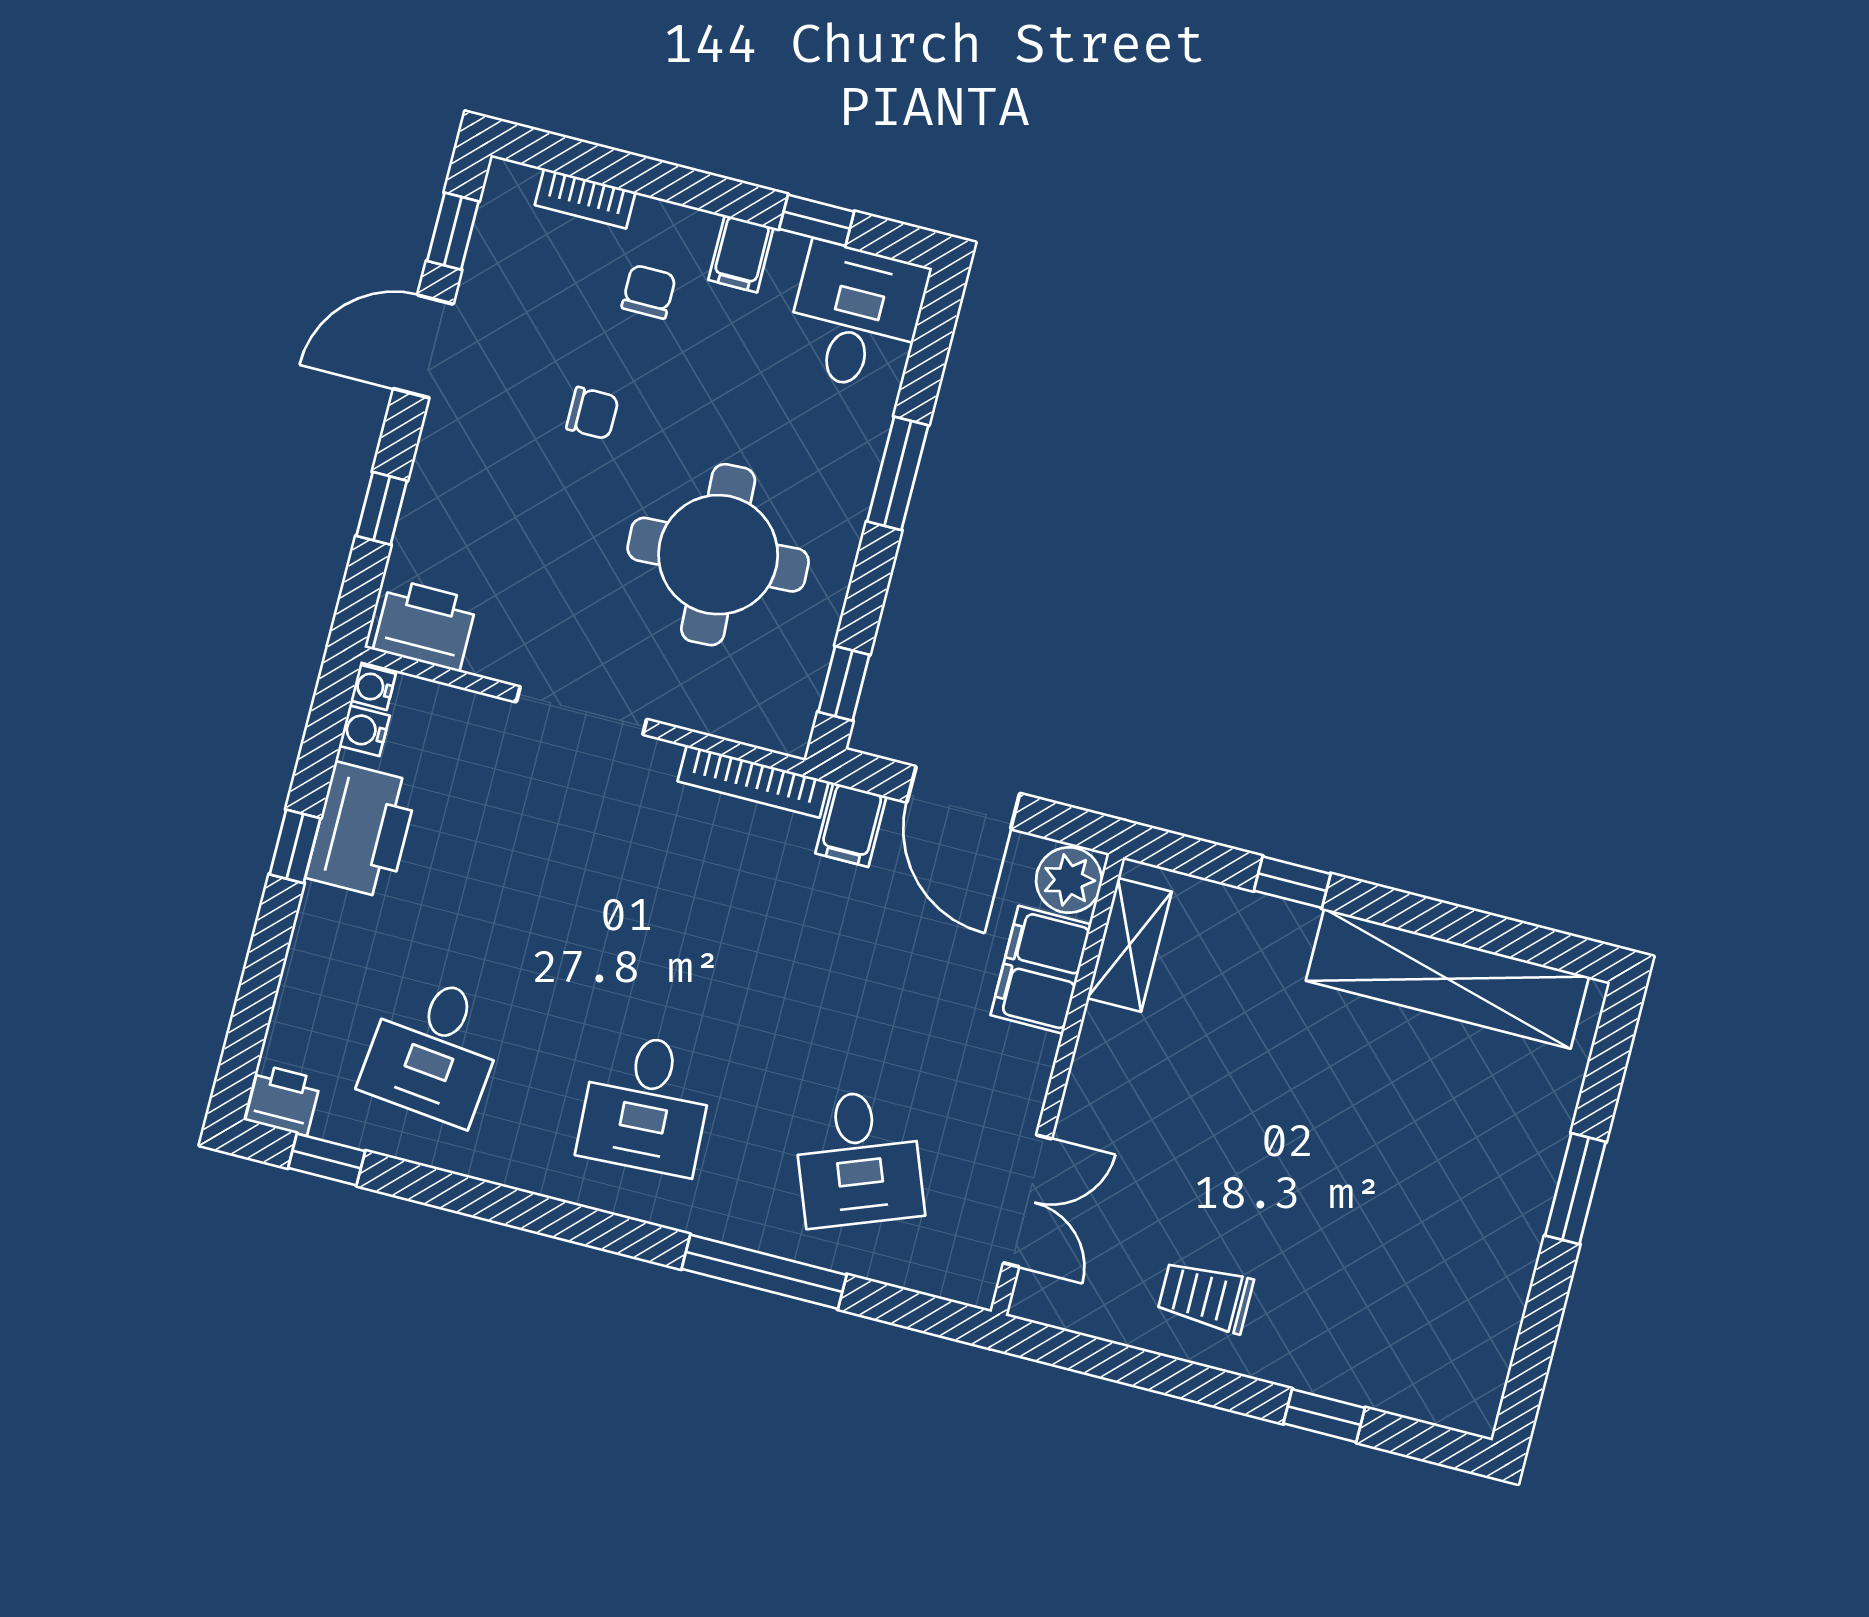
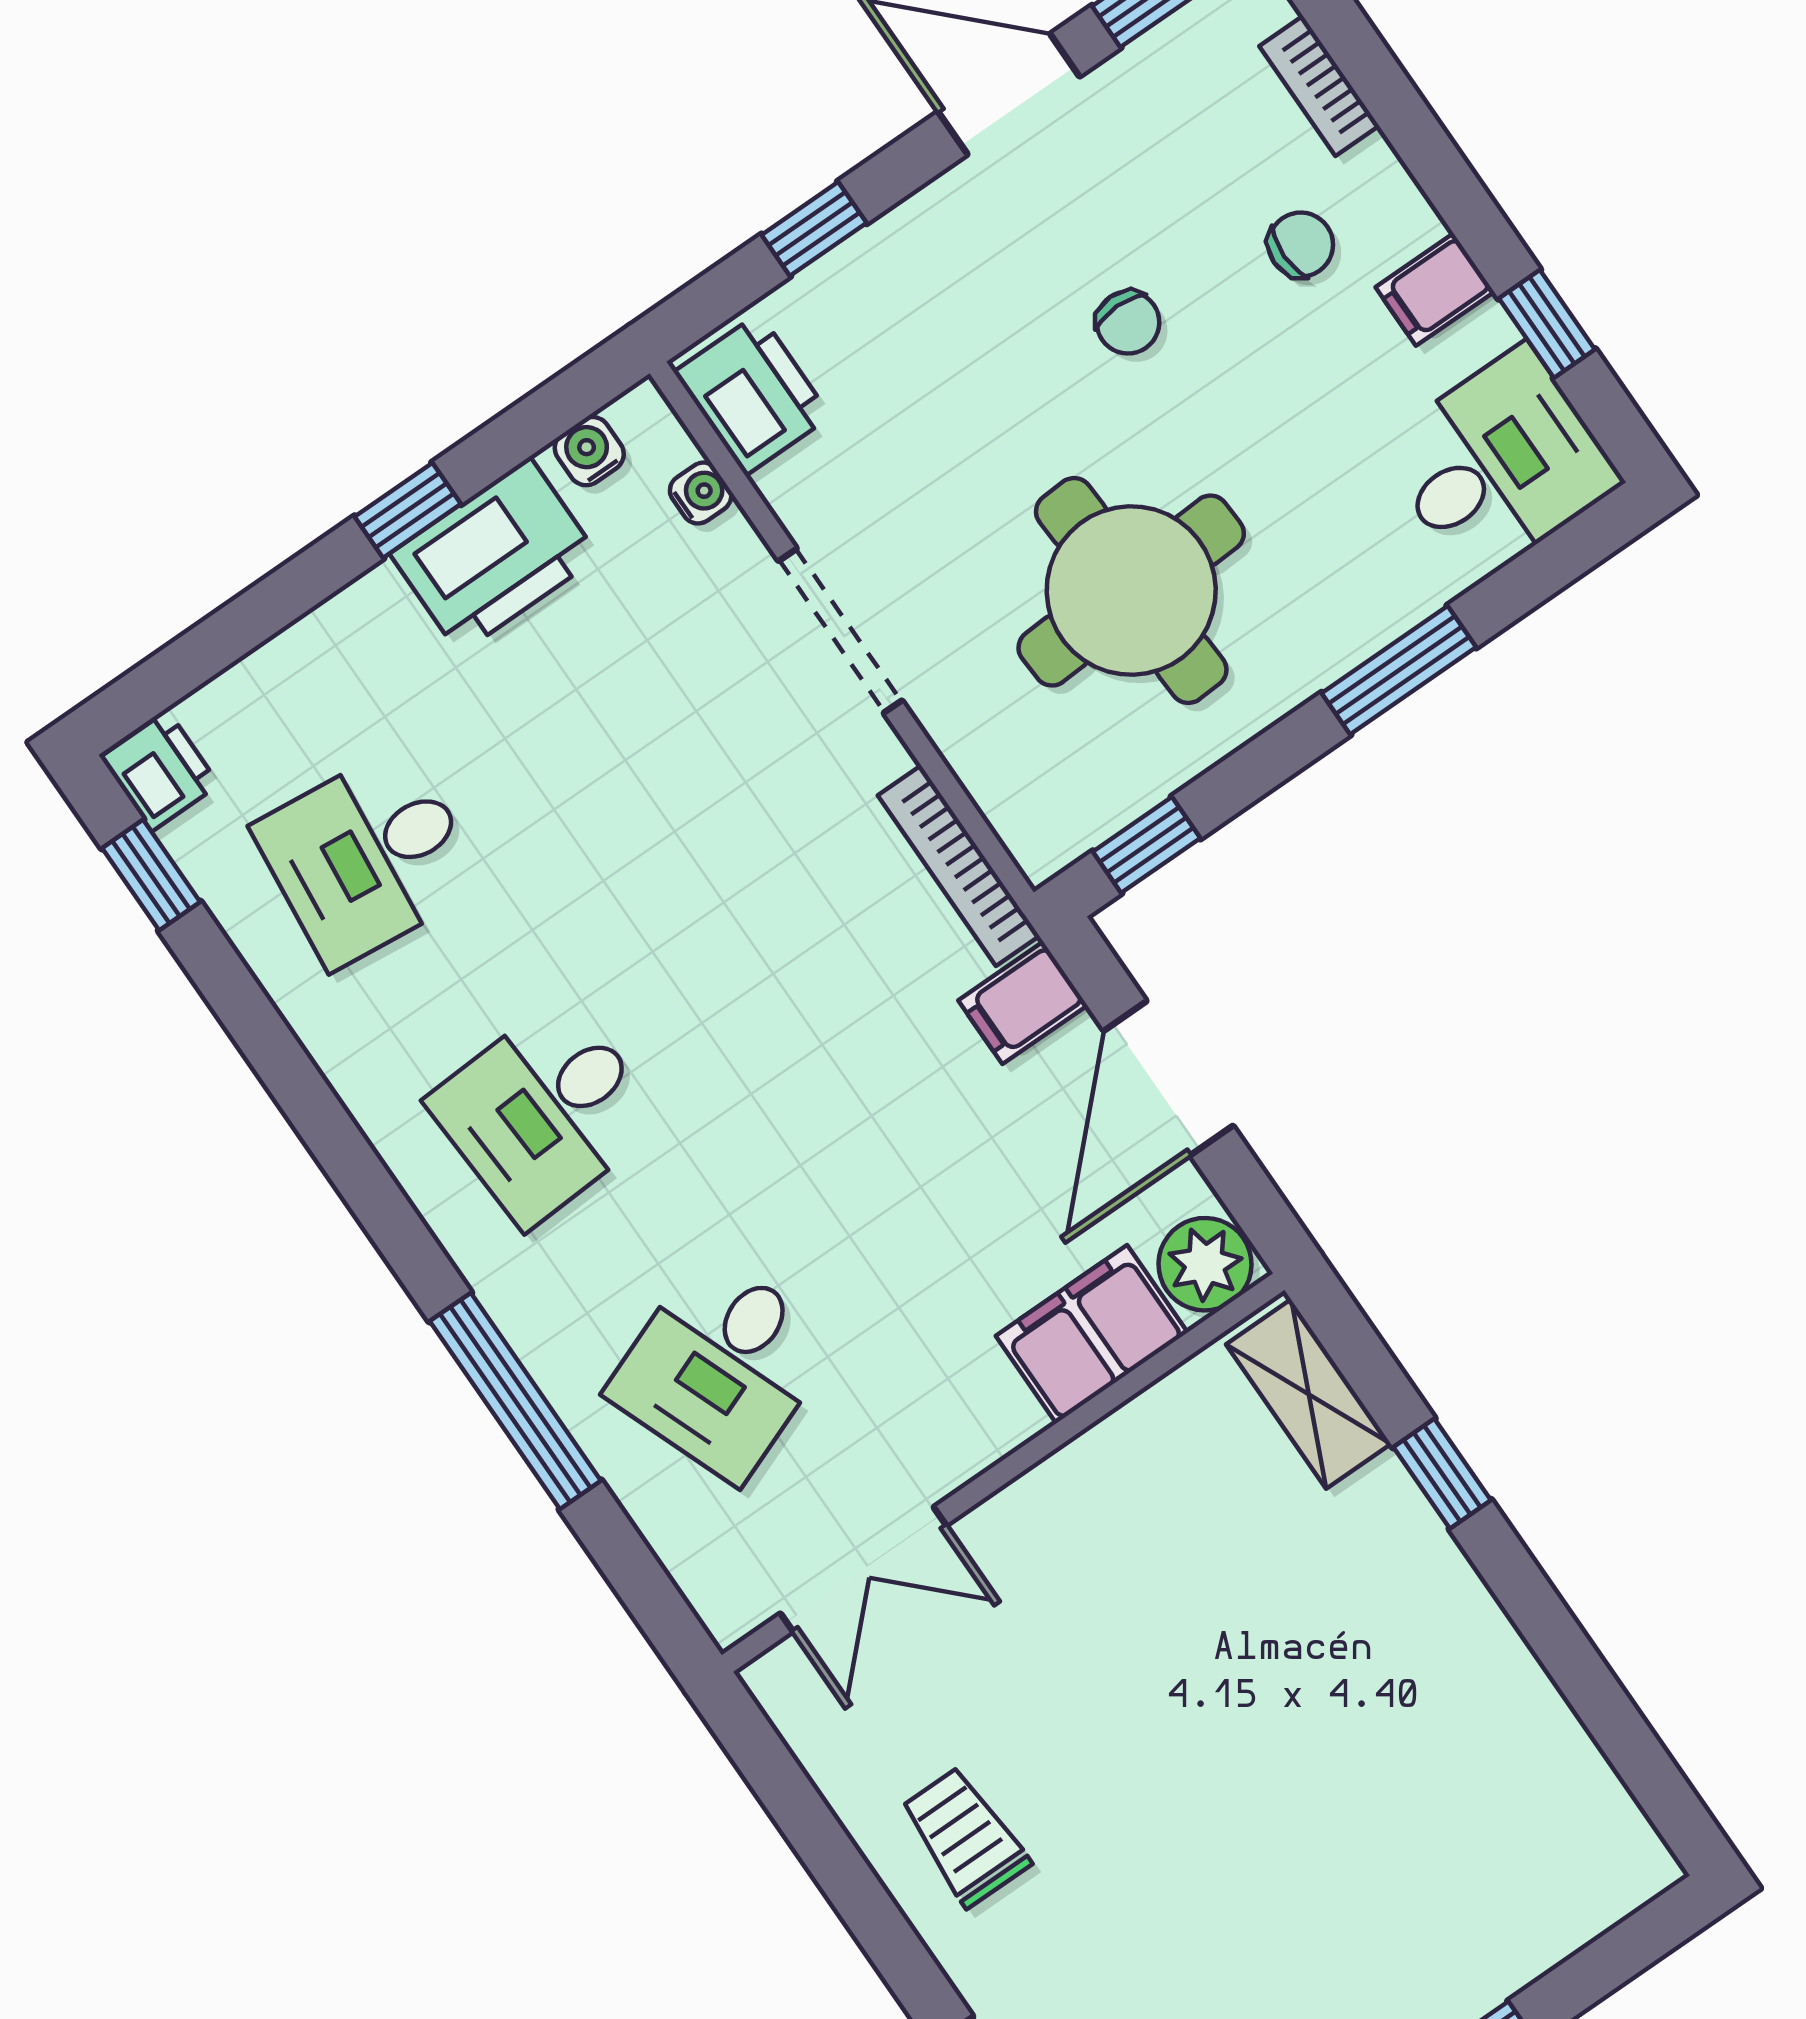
water cooler: (373, 687) -> (701, 493), moved, turned 90
shelving: (1129, 945) -> (1309, 1394), moved, turned 90
shelving: (1447, 979) -> (1519, 1721), removed

